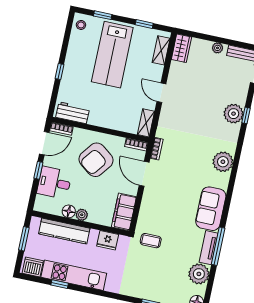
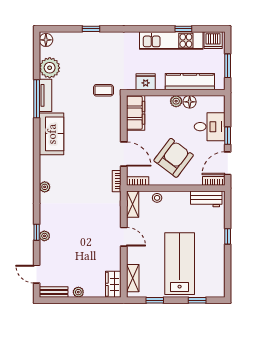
stool: (81, 25) -> (157, 198), moved
plant: (234, 114) -> (44, 236), width x0.53, depth x0.53
plant: (223, 162) -> (45, 187), width x0.53, depth x0.53

